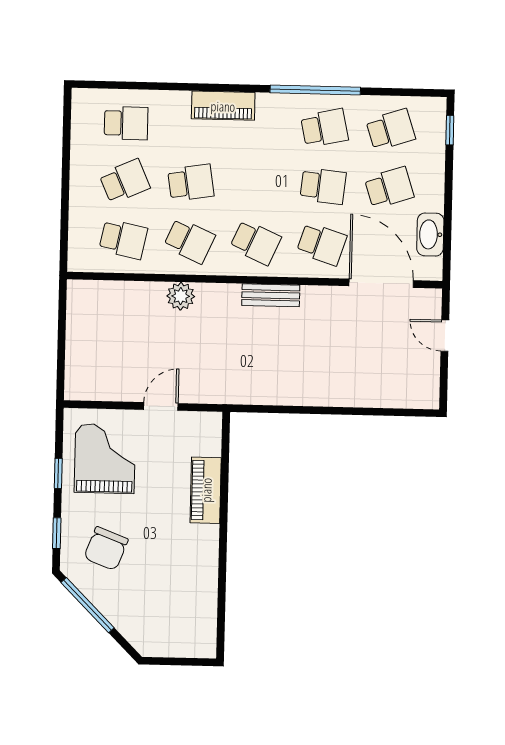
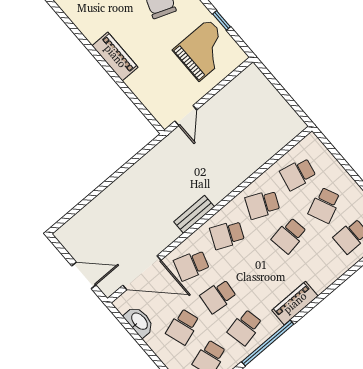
piano: (223, 106) -> (295, 303), moved
plant: (181, 296) -> (241, 171), removed
door: (445, 336) -> (84, 275), width x1.37
door: (161, 406) -> (186, 116), moved
grand piano: (105, 459) -> (204, 50), turned -90
piano: (206, 490) -> (115, 56), moved

